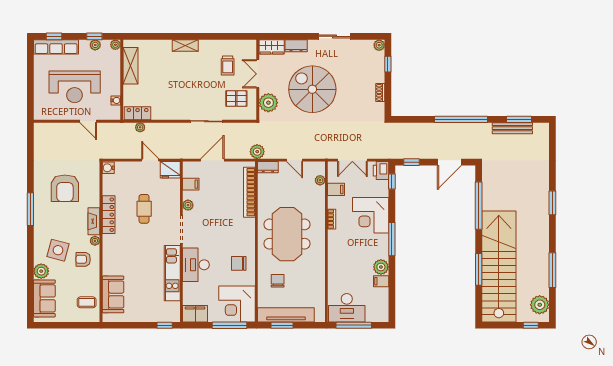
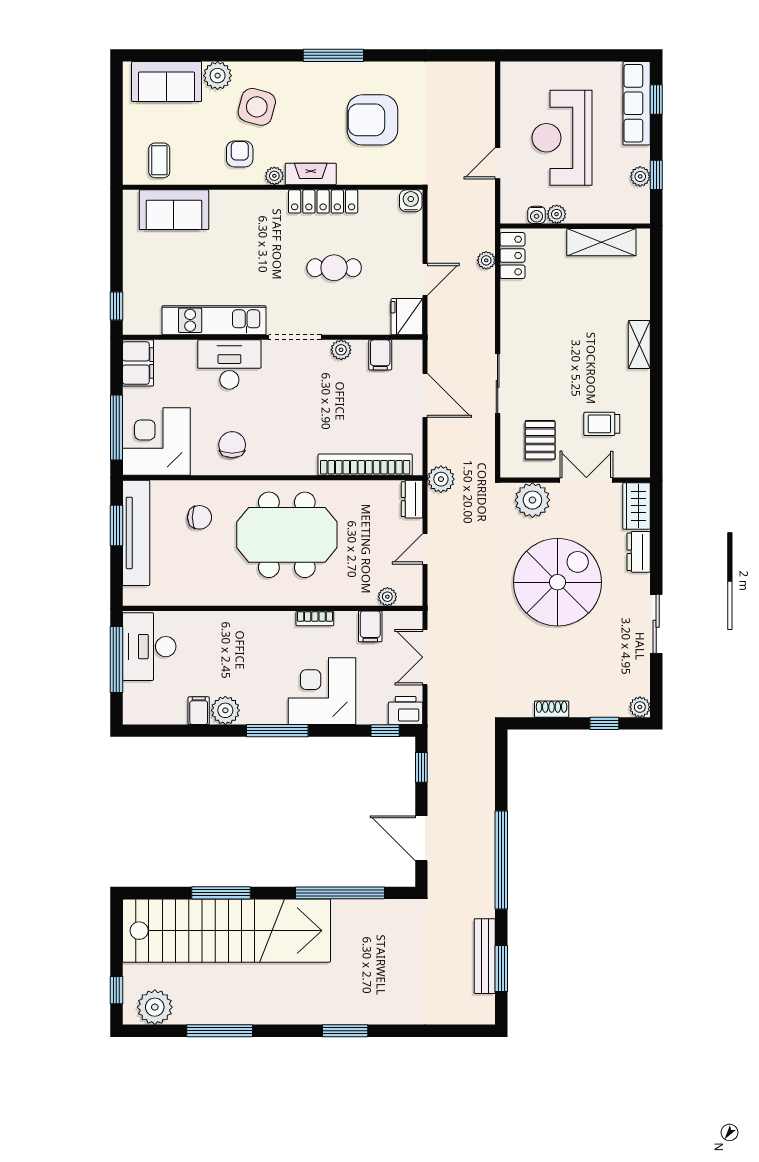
plant: (115, 45) -> (557, 214), moved

